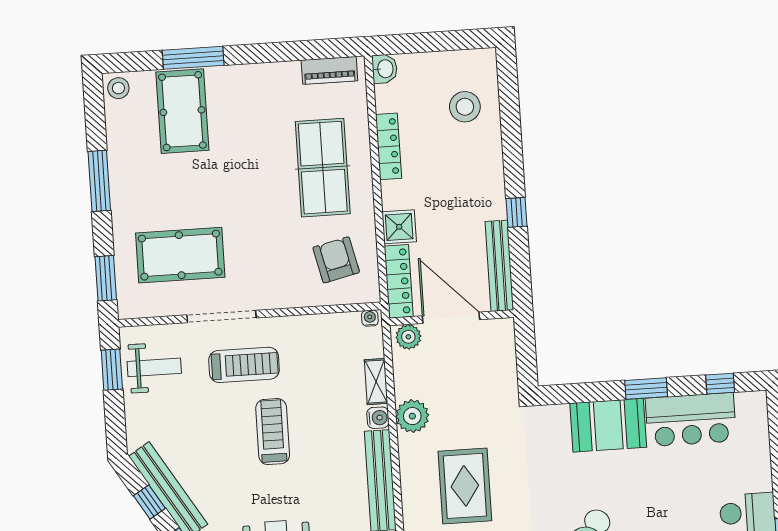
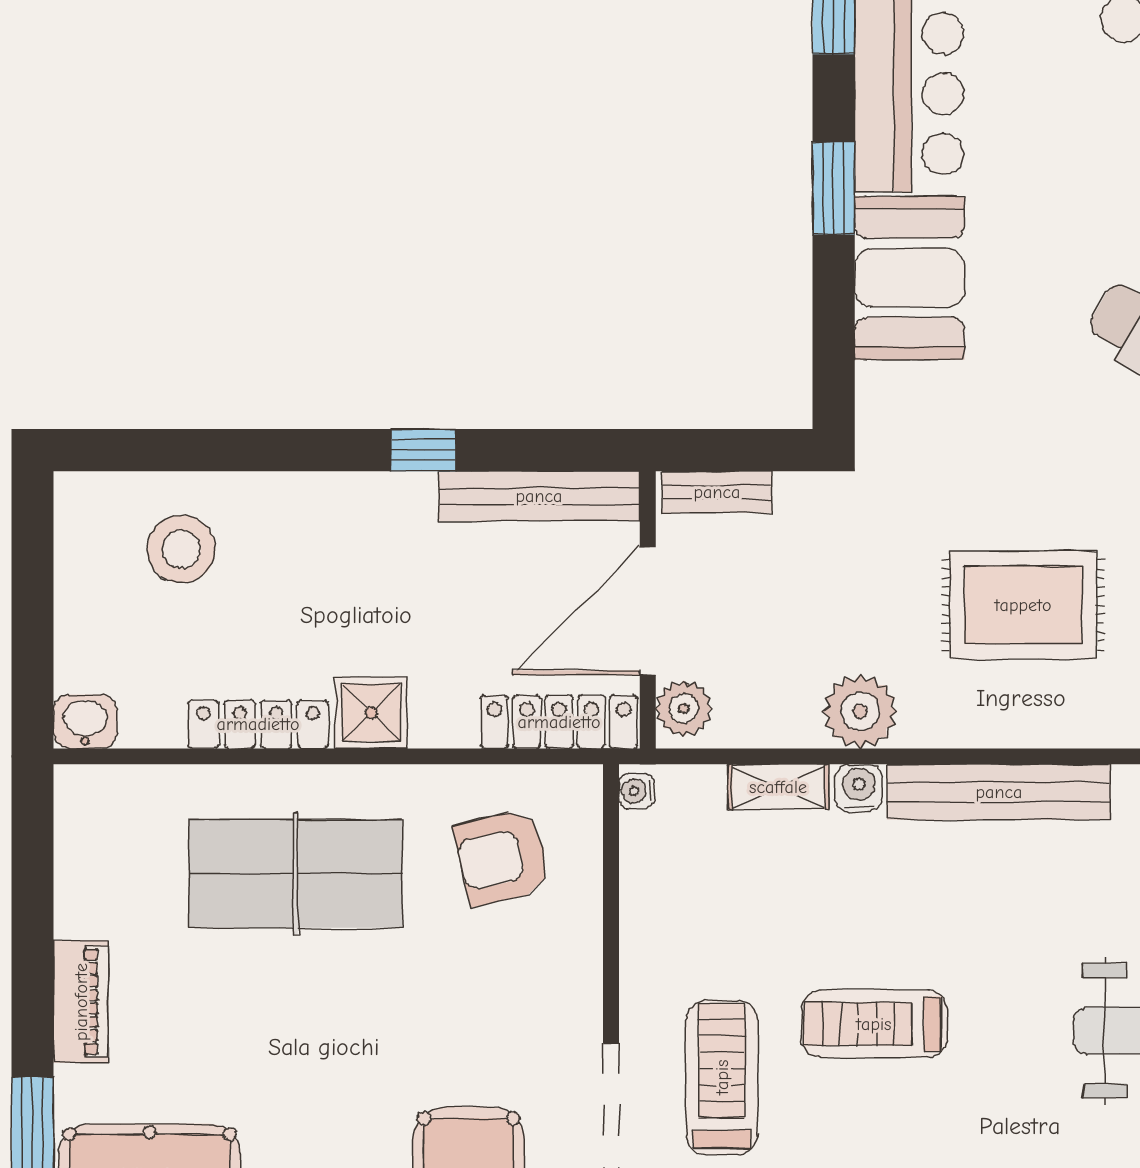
piano: (329, 70) -> (81, 1002), moved
shower: (399, 227) -> (371, 713), moved
bench: (506, 345) -> (717, 492), added

